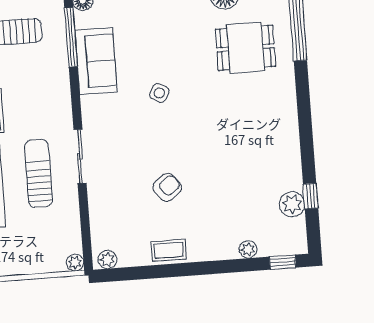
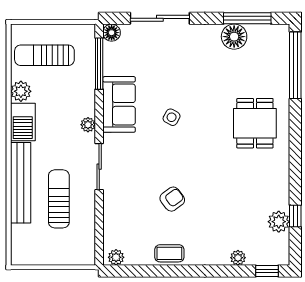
dining table: (245, 48) -> (255, 123), moved, turned 90
sofa: (96, 61) -> (119, 104), moved
sun lounger: (38, 173) -> (59, 199), moved
plant: (75, 263) -> (88, 125), moved

